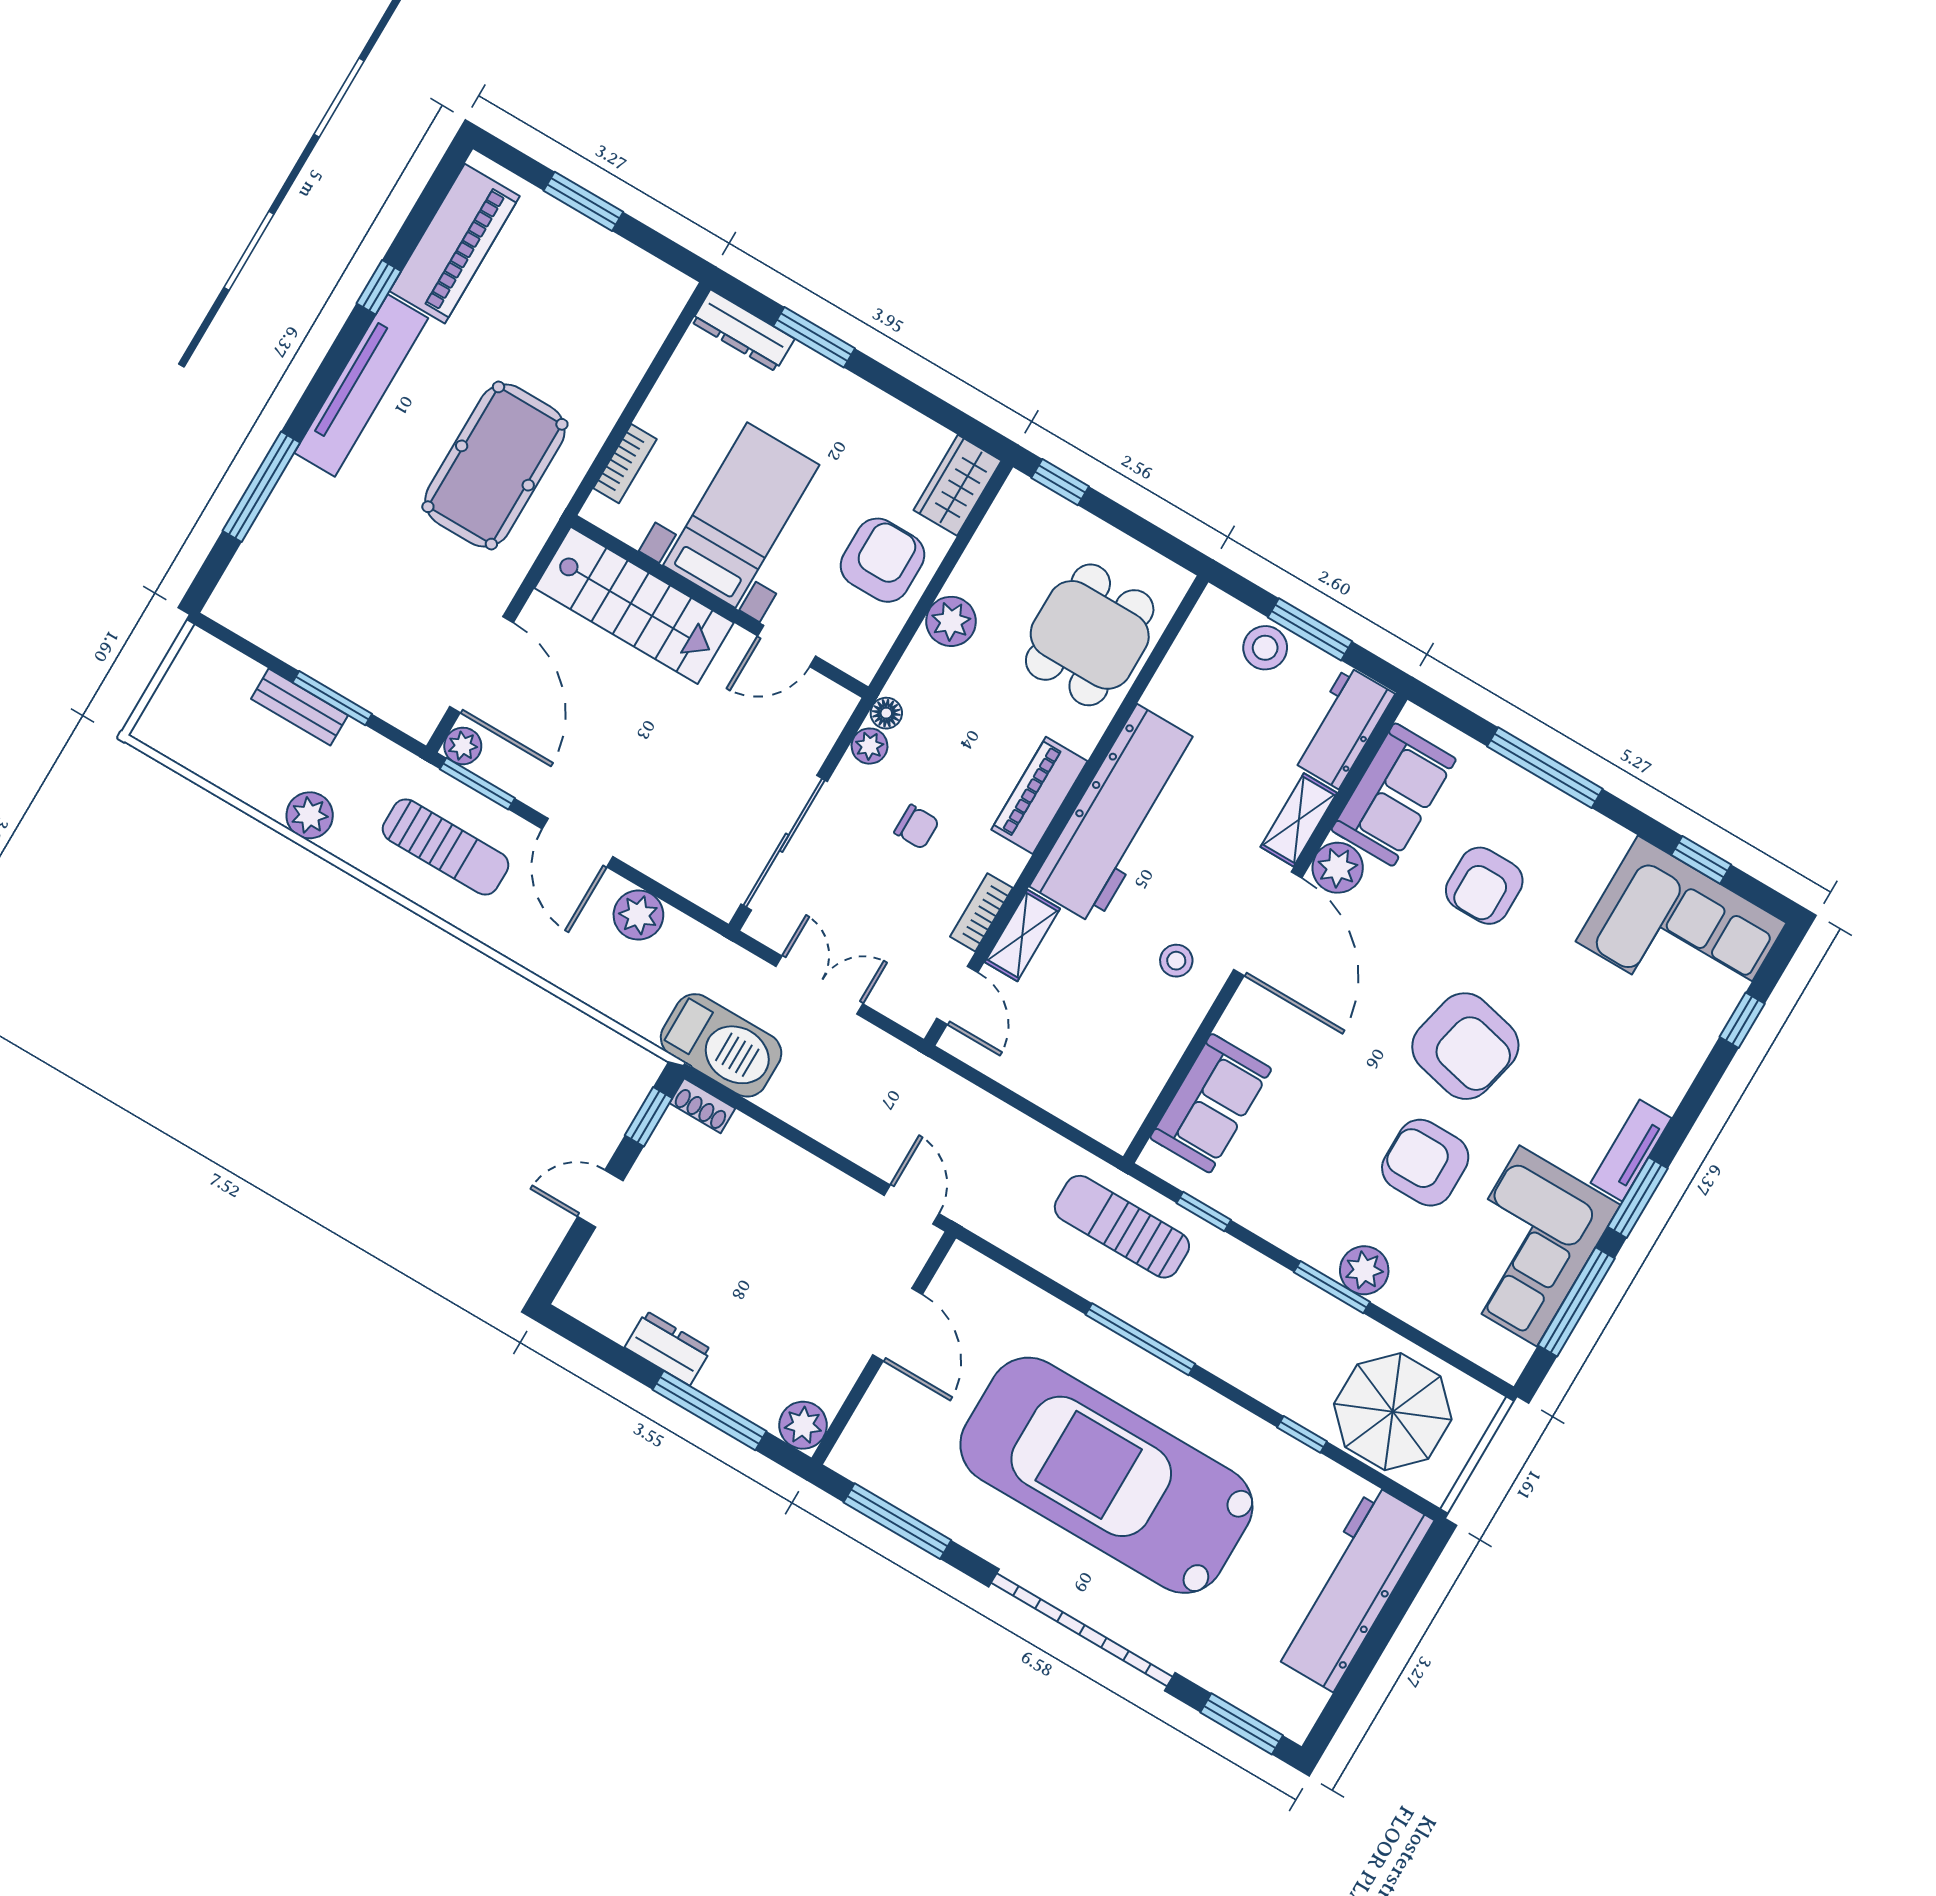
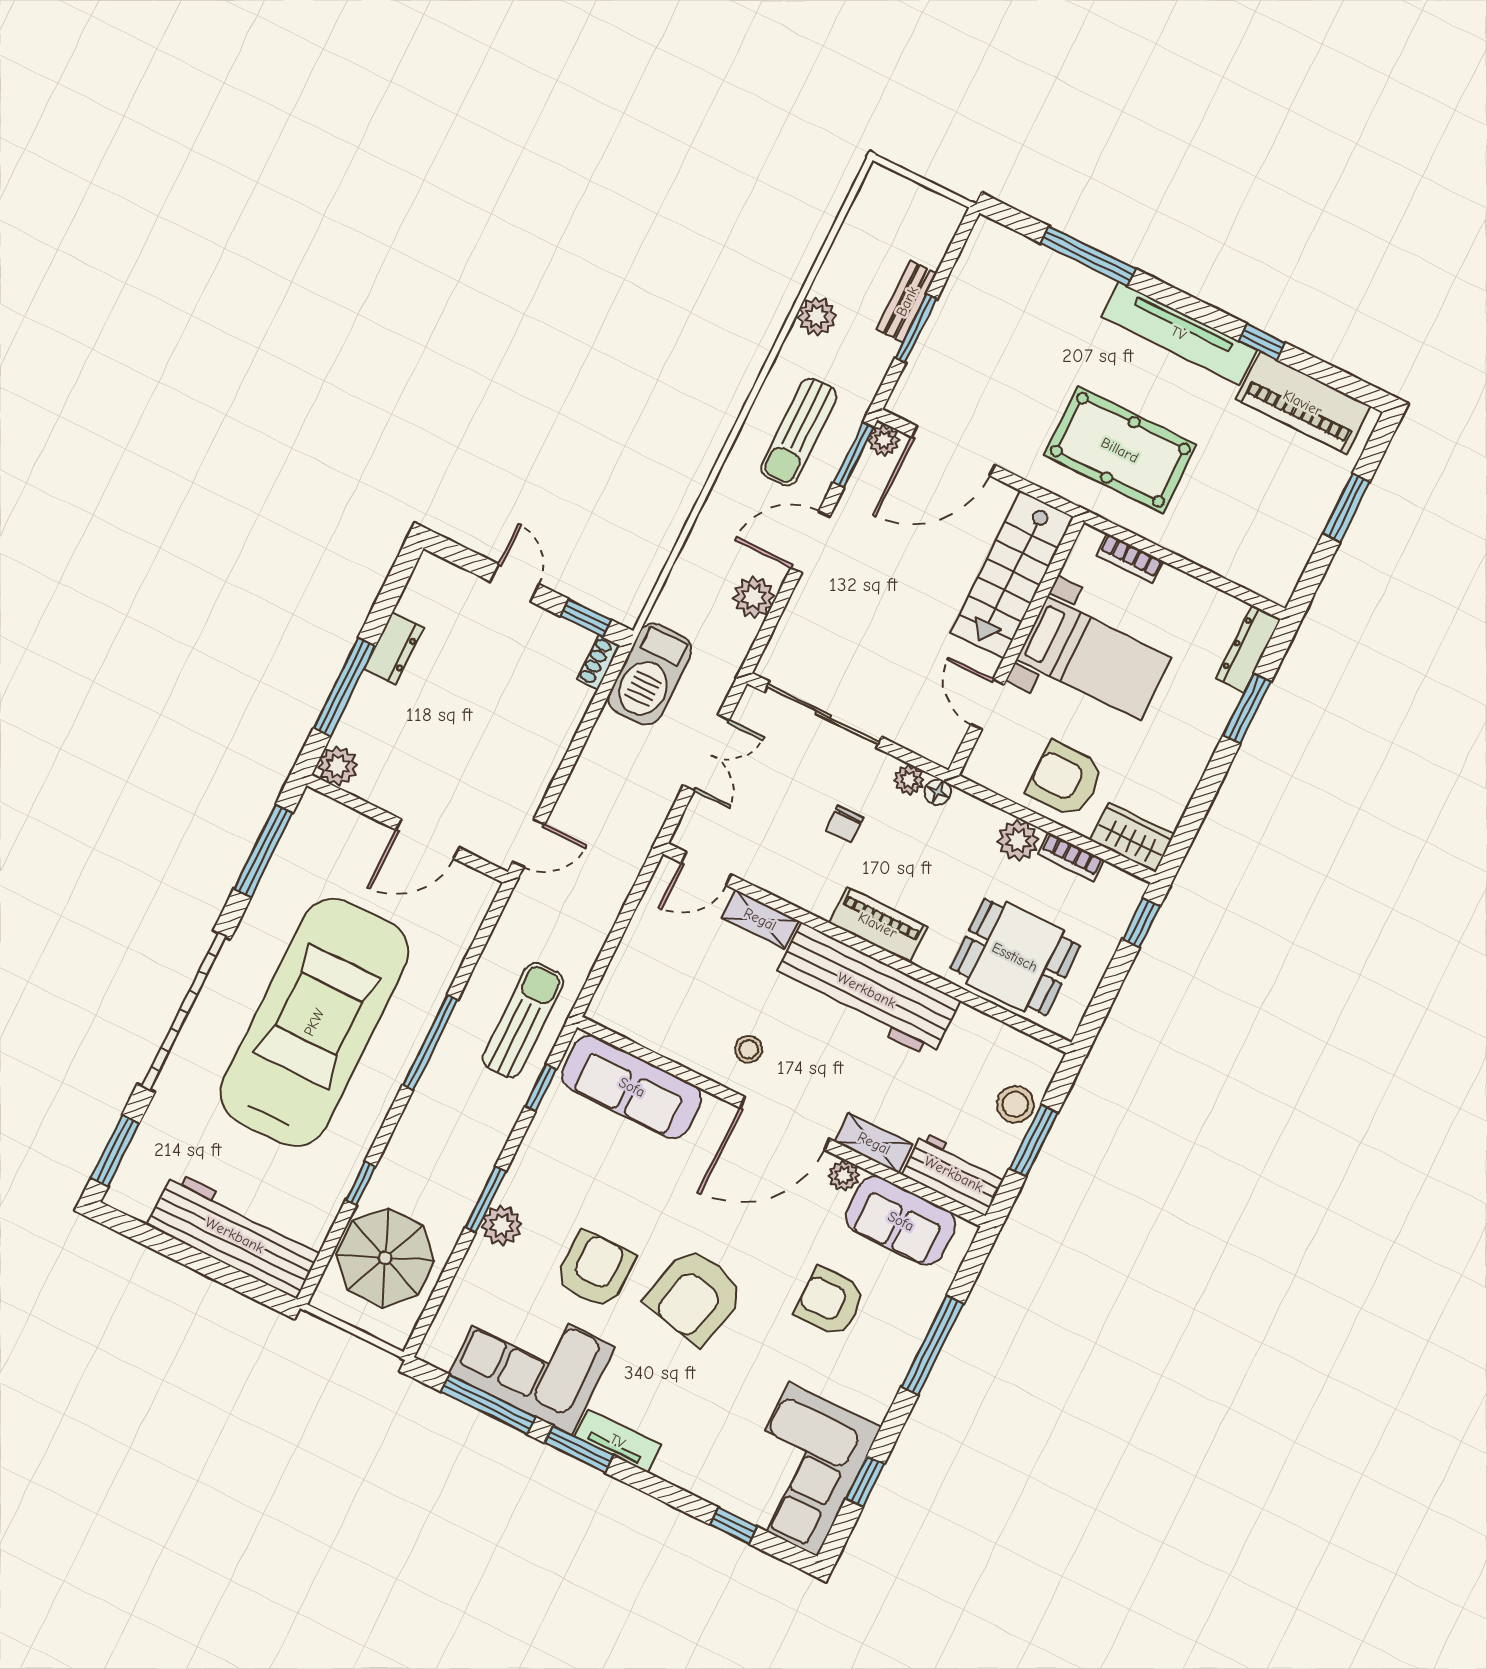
armchair: (882, 560) -> (1065, 779), turned 180
plant: (1338, 868) -> (844, 1176), width x0.73, depth x0.73
bookcase: (981, 912) -> (1071, 857), moved, turned 180
sofa: (1211, 1103) -> (632, 1087), width x1.36

